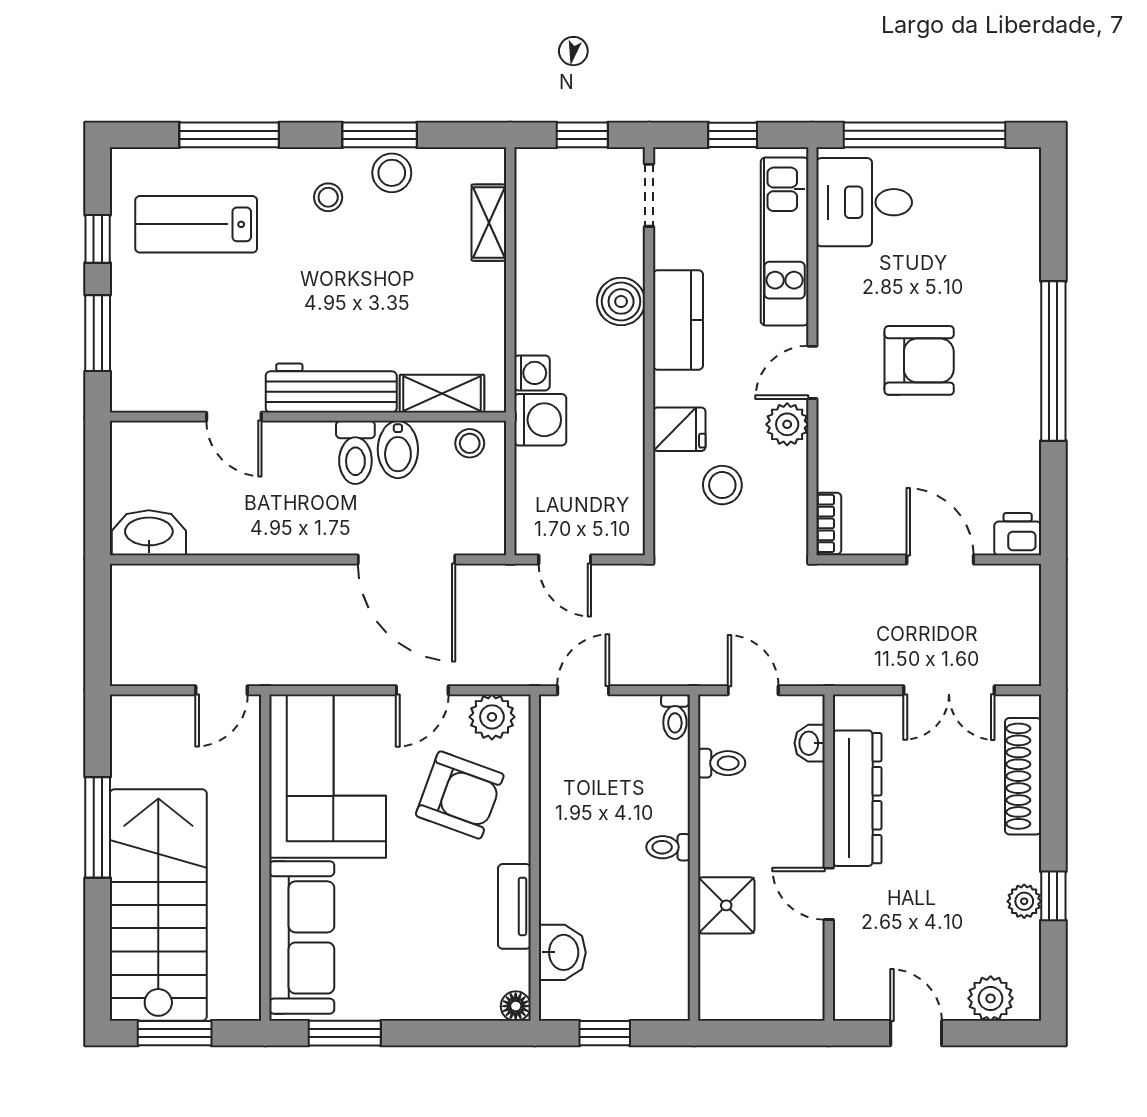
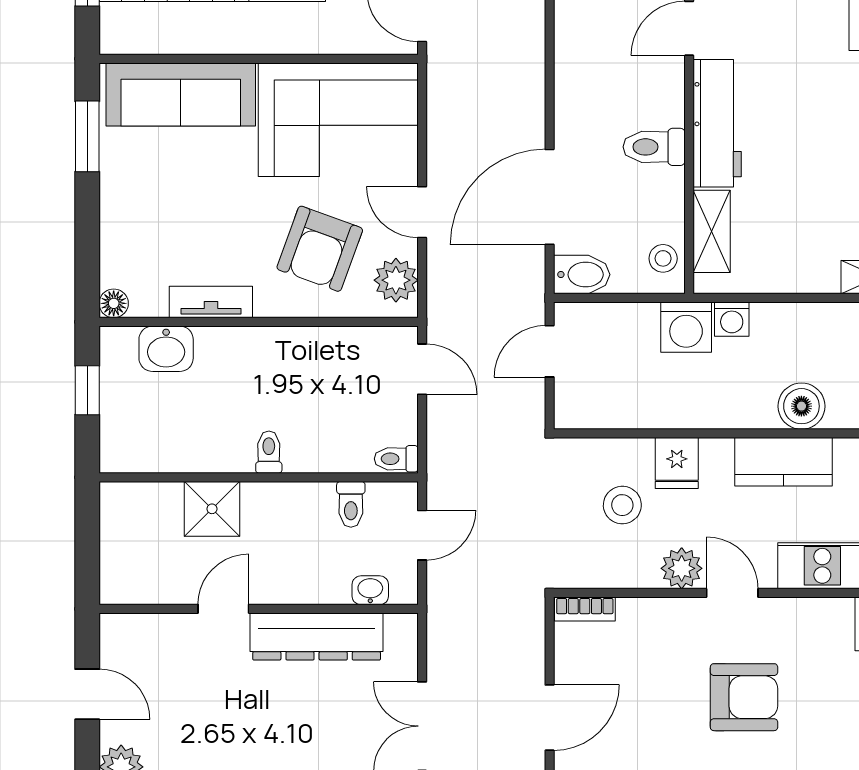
armchair: (919, 360) -> (744, 697), turned -90
bidet: (398, 449) -> (582, 275), moved, turned 180
door: (916, 1033) -> (87, 694), hinge flipped

